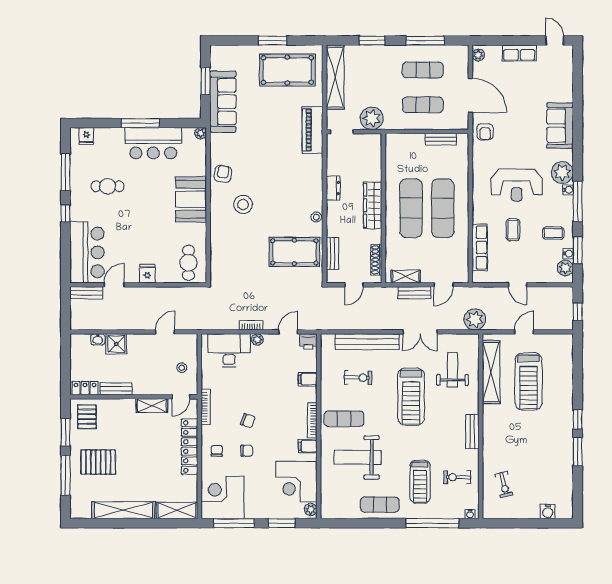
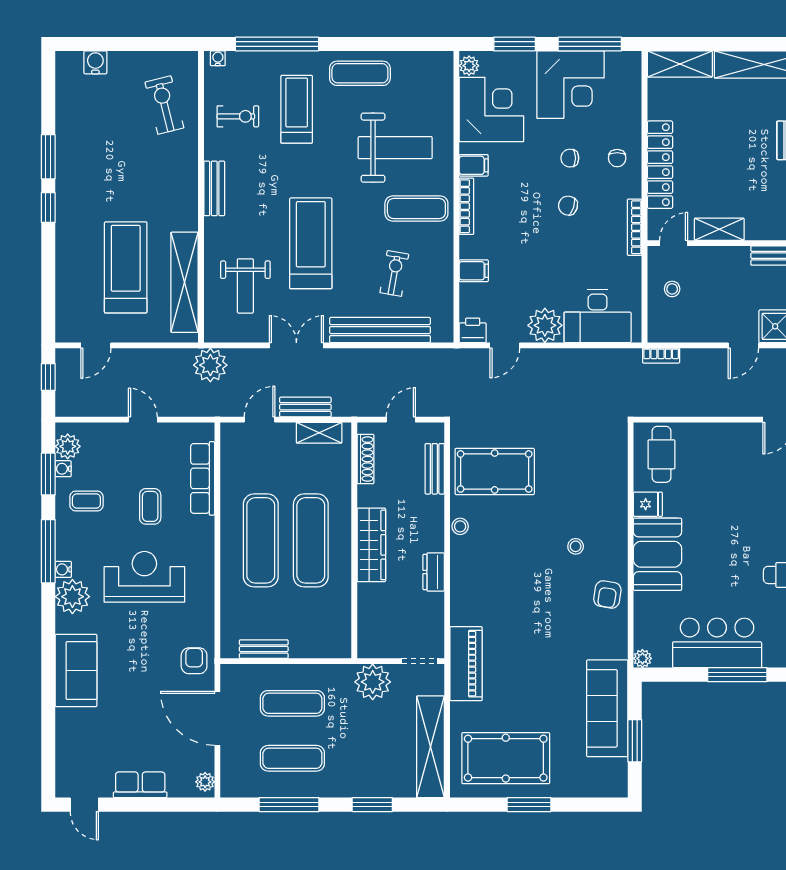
stool: (243, 204) -> (576, 546), width x0.53, depth x0.53
fridge: (147, 274) -> (648, 504), moved, turned -90
bookcase: (251, 325) -> (661, 356), moved
door: (165, 332) -> (743, 345), moved
door: (524, 332) -> (96, 345), moved
plant: (257, 340) -> (545, 325), width x1.88, depth x1.88
exercise bike: (358, 378) -> (394, 273), turned 99
exercise bike: (504, 484) -> (164, 105), width x1.38, depth x1.39
corner desk: (222, 497) -> (571, 85), moved

